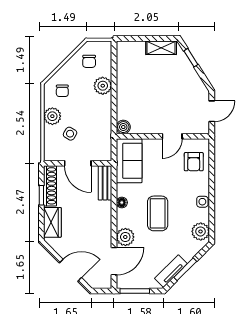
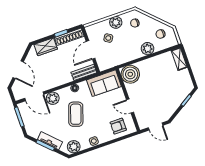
shelving: (161, 48) -> (179, 59), moved
boiler: (123, 127) -> (130, 74), width x1.86, depth x1.86
coffee table: (158, 213) -> (76, 114), turned -71
tv unit: (171, 271) -> (50, 141), moved

